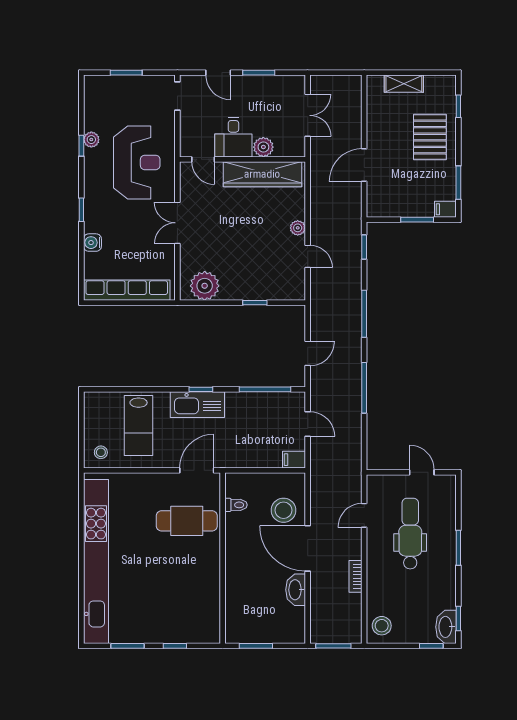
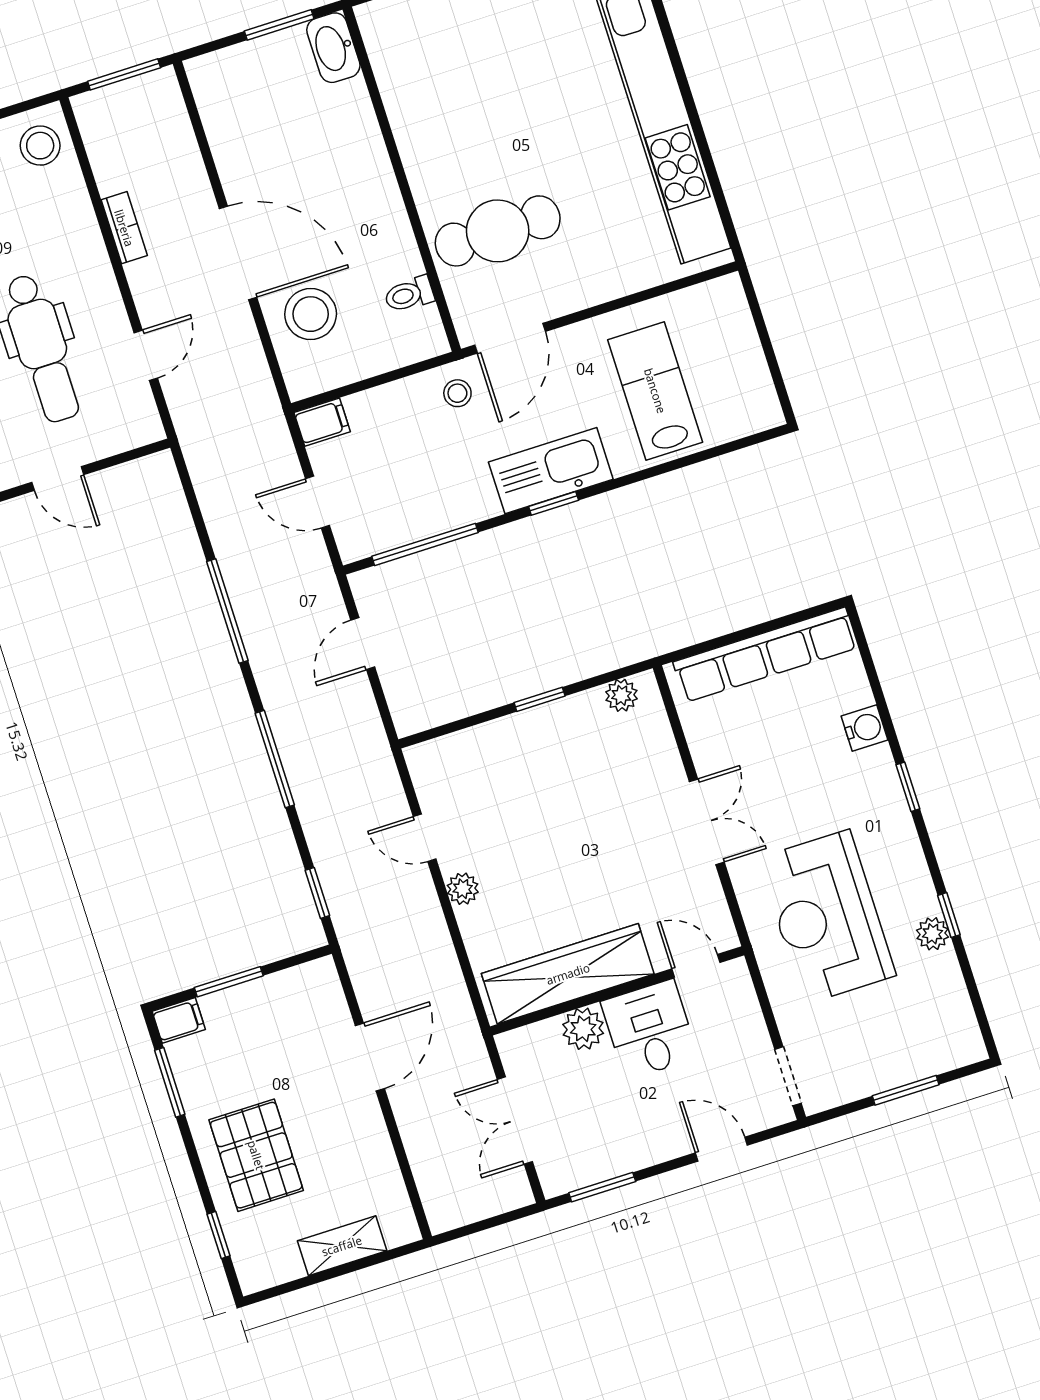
window: (259, 73) -> (602, 1187), moved
plant: (205, 286) -> (621, 695), width x0.53, depth x0.53
window: (255, 303) -> (540, 699), moved
stool: (101, 452) -> (457, 393), moved
washbasin: (296, 590) -> (333, 48), moved, turned 180

